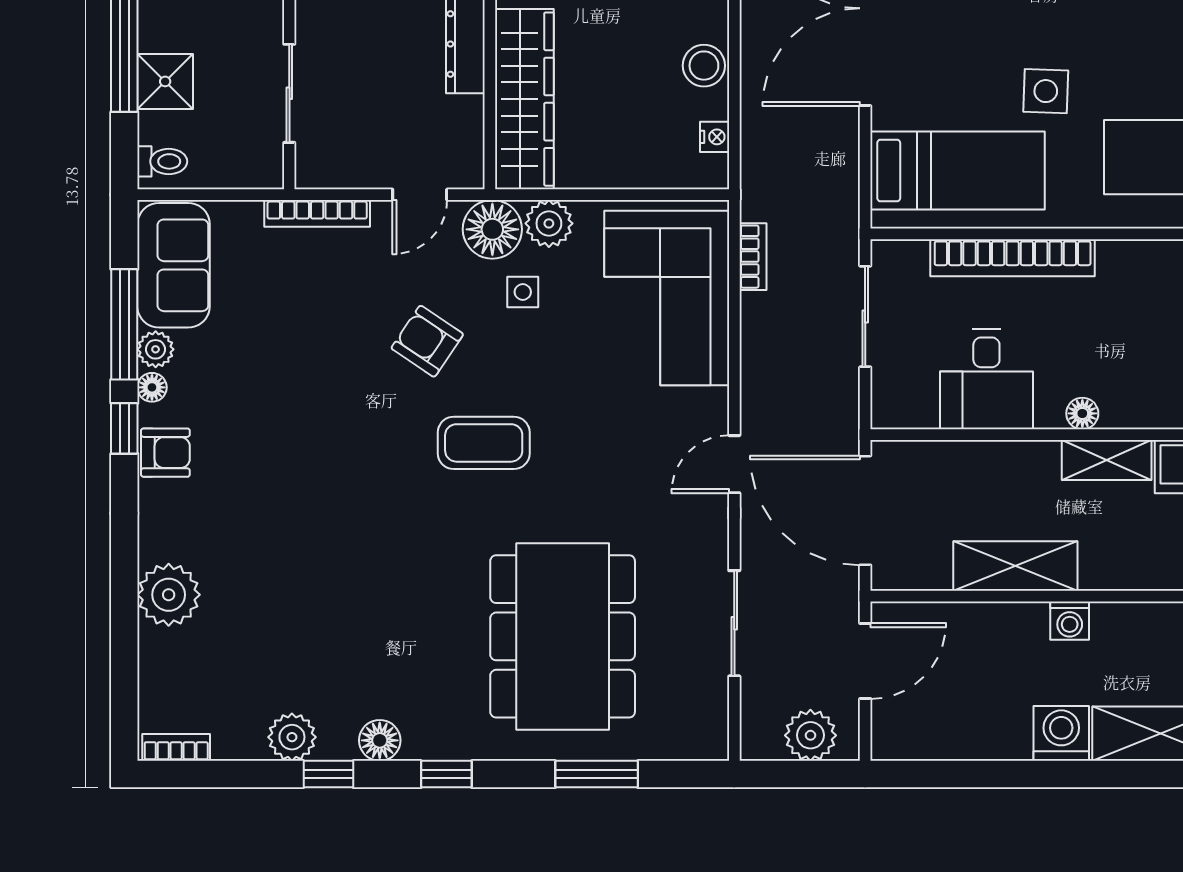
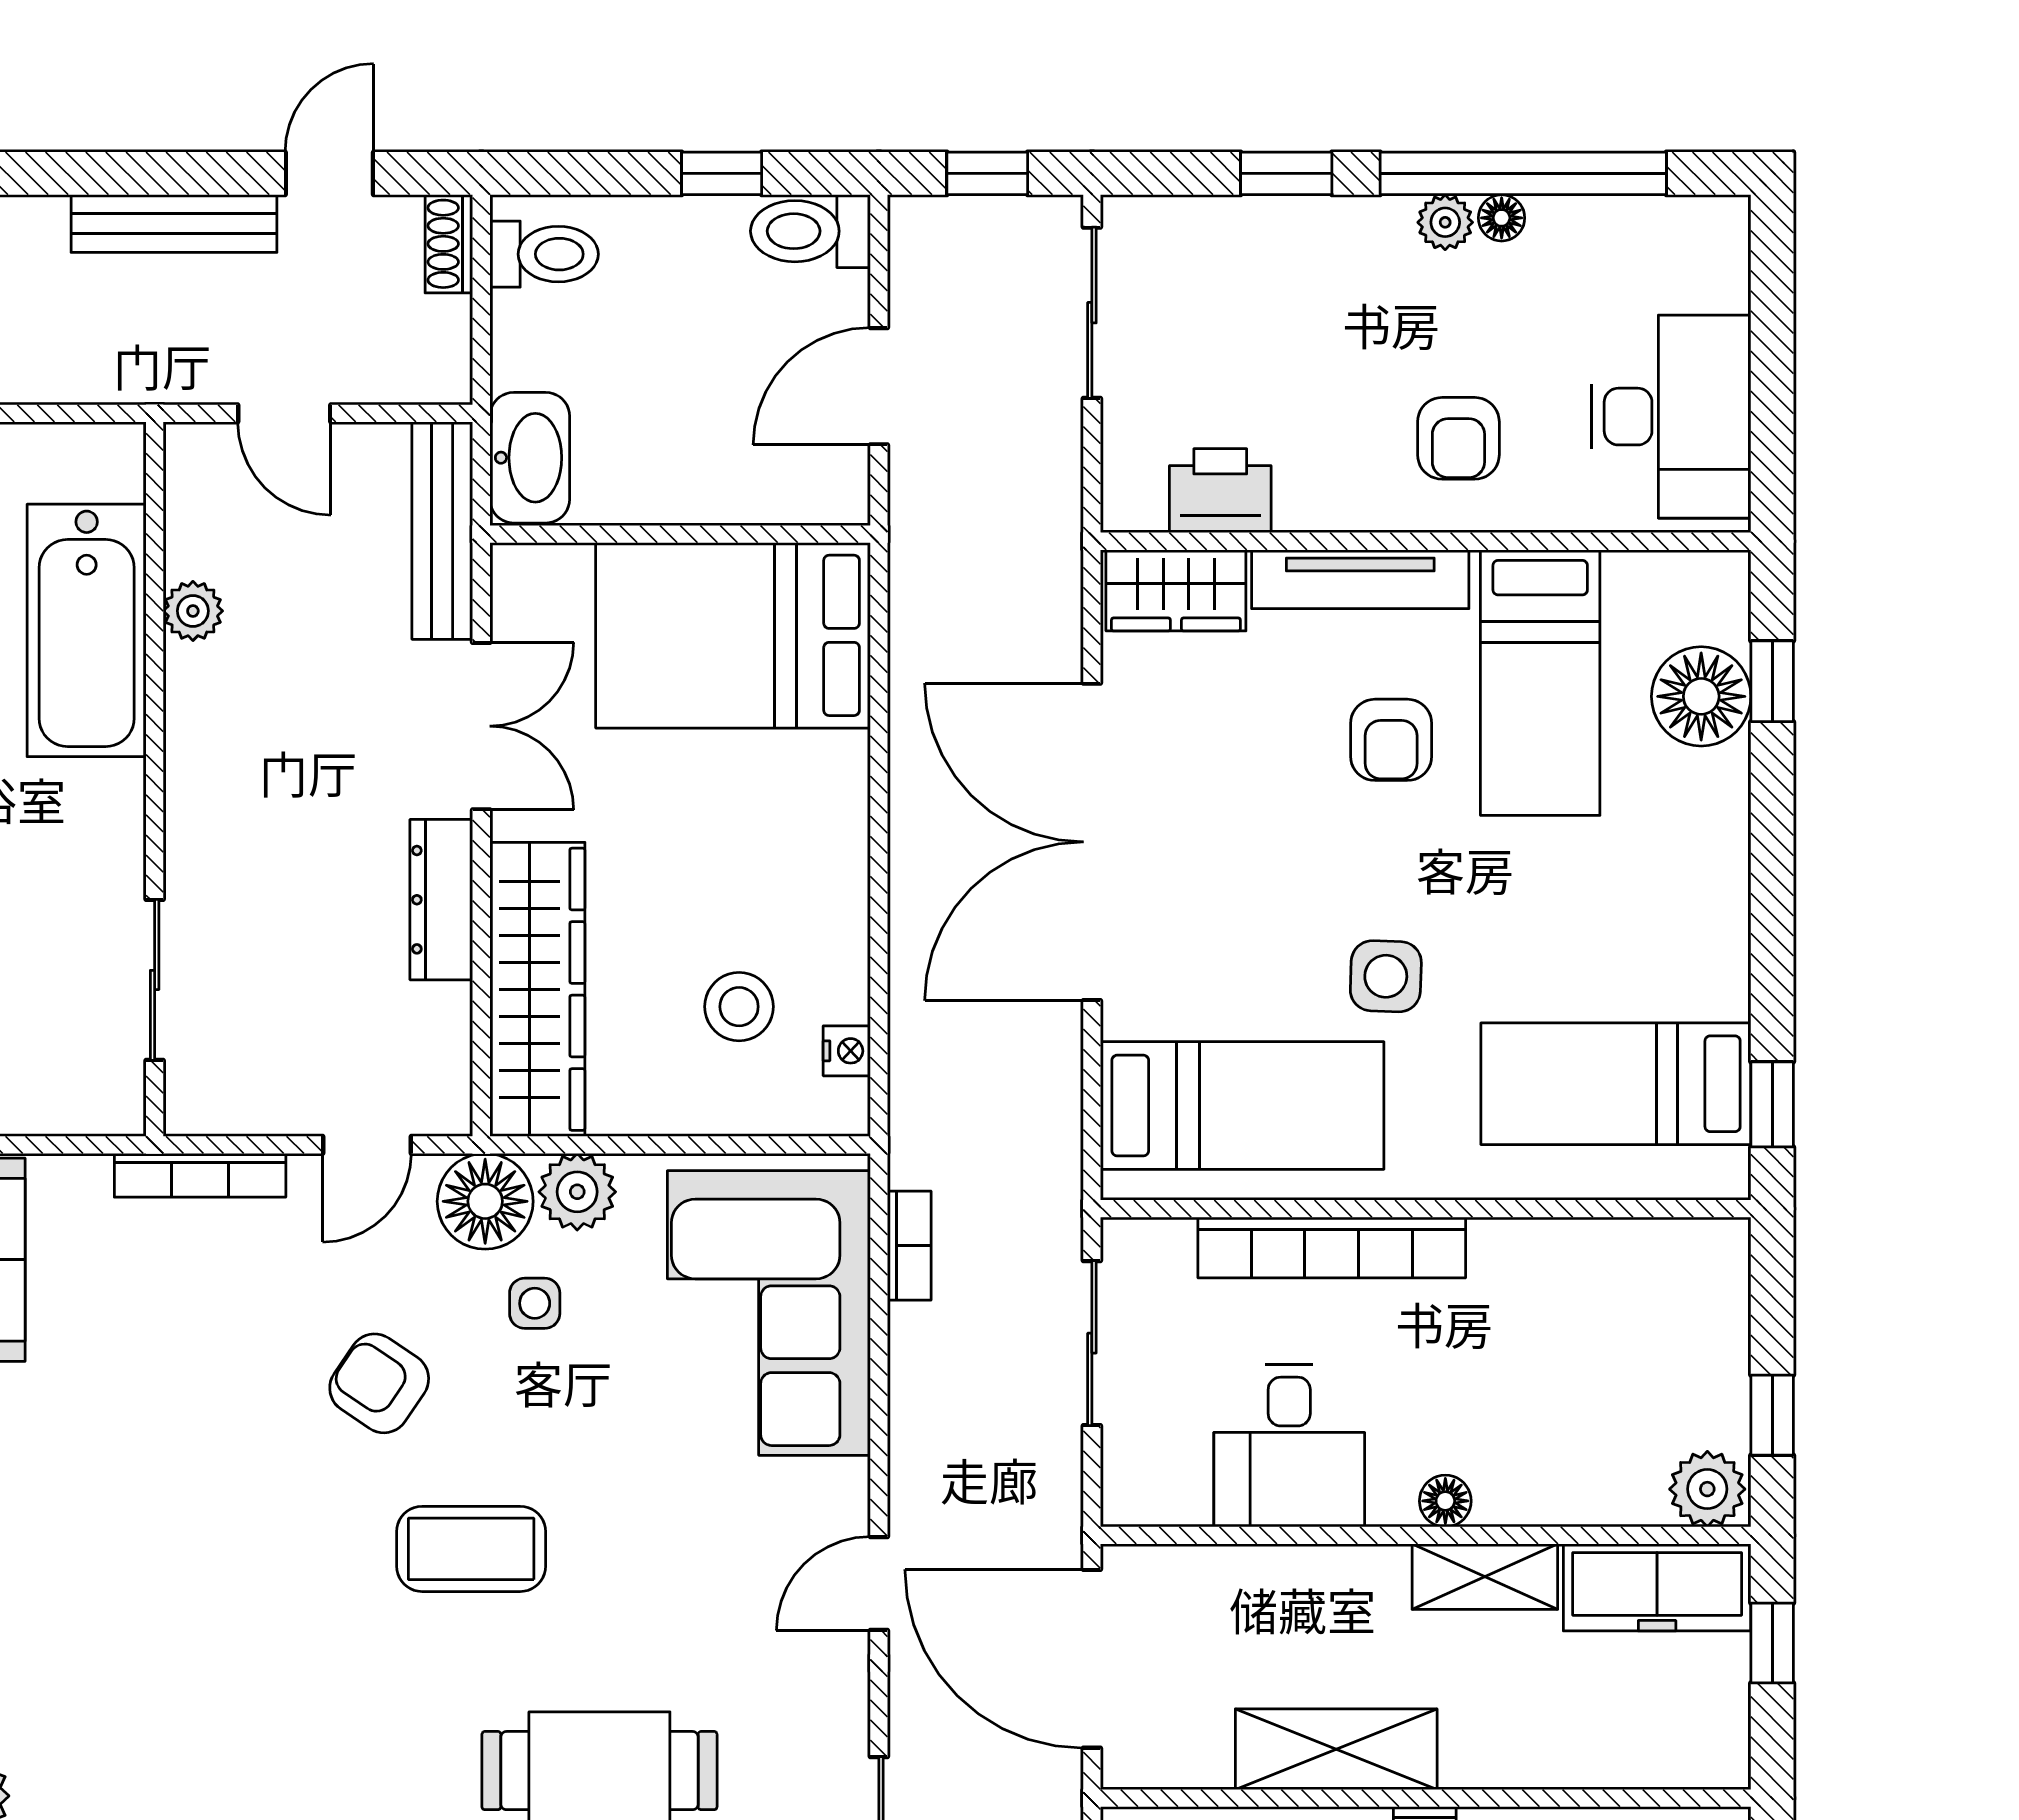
stool: (704, 66) -> (739, 1007), moved

